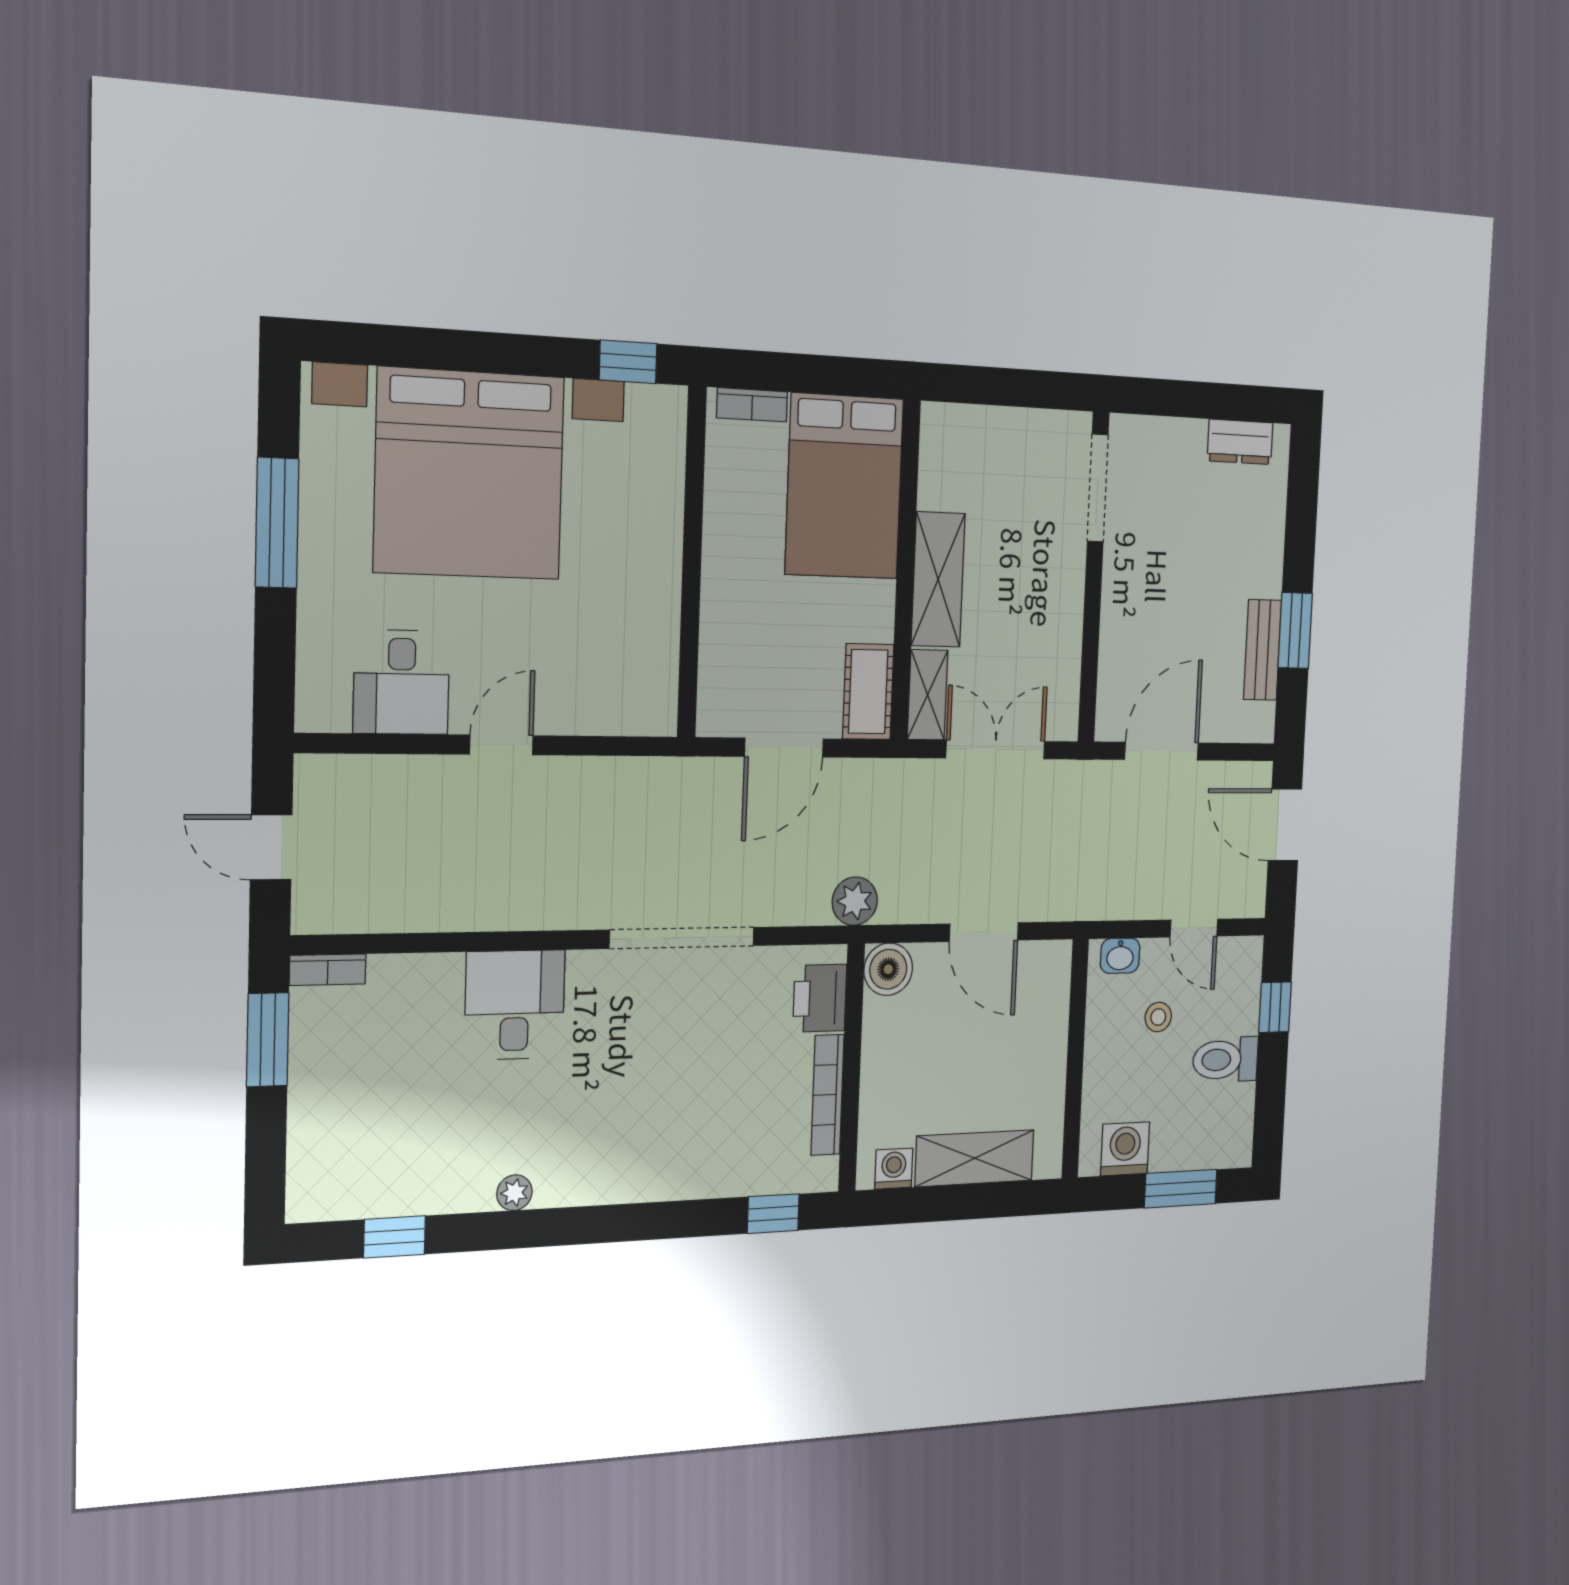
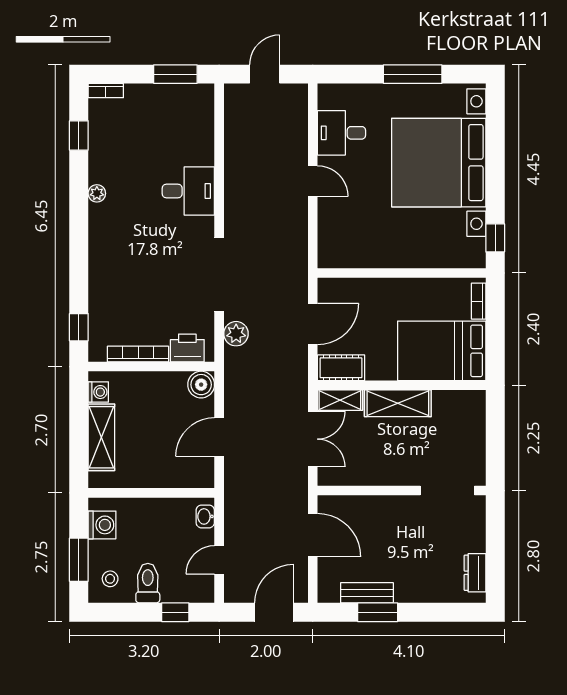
door: (784, 748) -> (313, 324), swing flipped
plant: (855, 901) -> (236, 334), moved
bookcase: (328, 970) -> (106, 91), moved, turned -90
stool: (1158, 1017) -> (110, 579), moved

